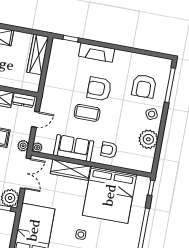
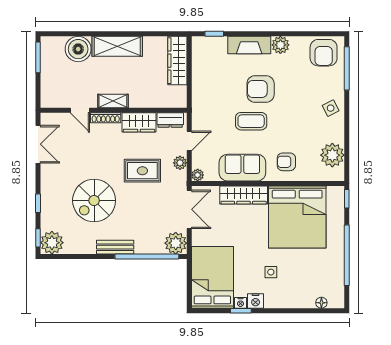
plant: (121, 57) -> (280, 45), added
armchair: (144, 86) -> (324, 53), moved
plant: (148, 139) -> (332, 155), moved
plant: (23, 146) -> (180, 163), moved

